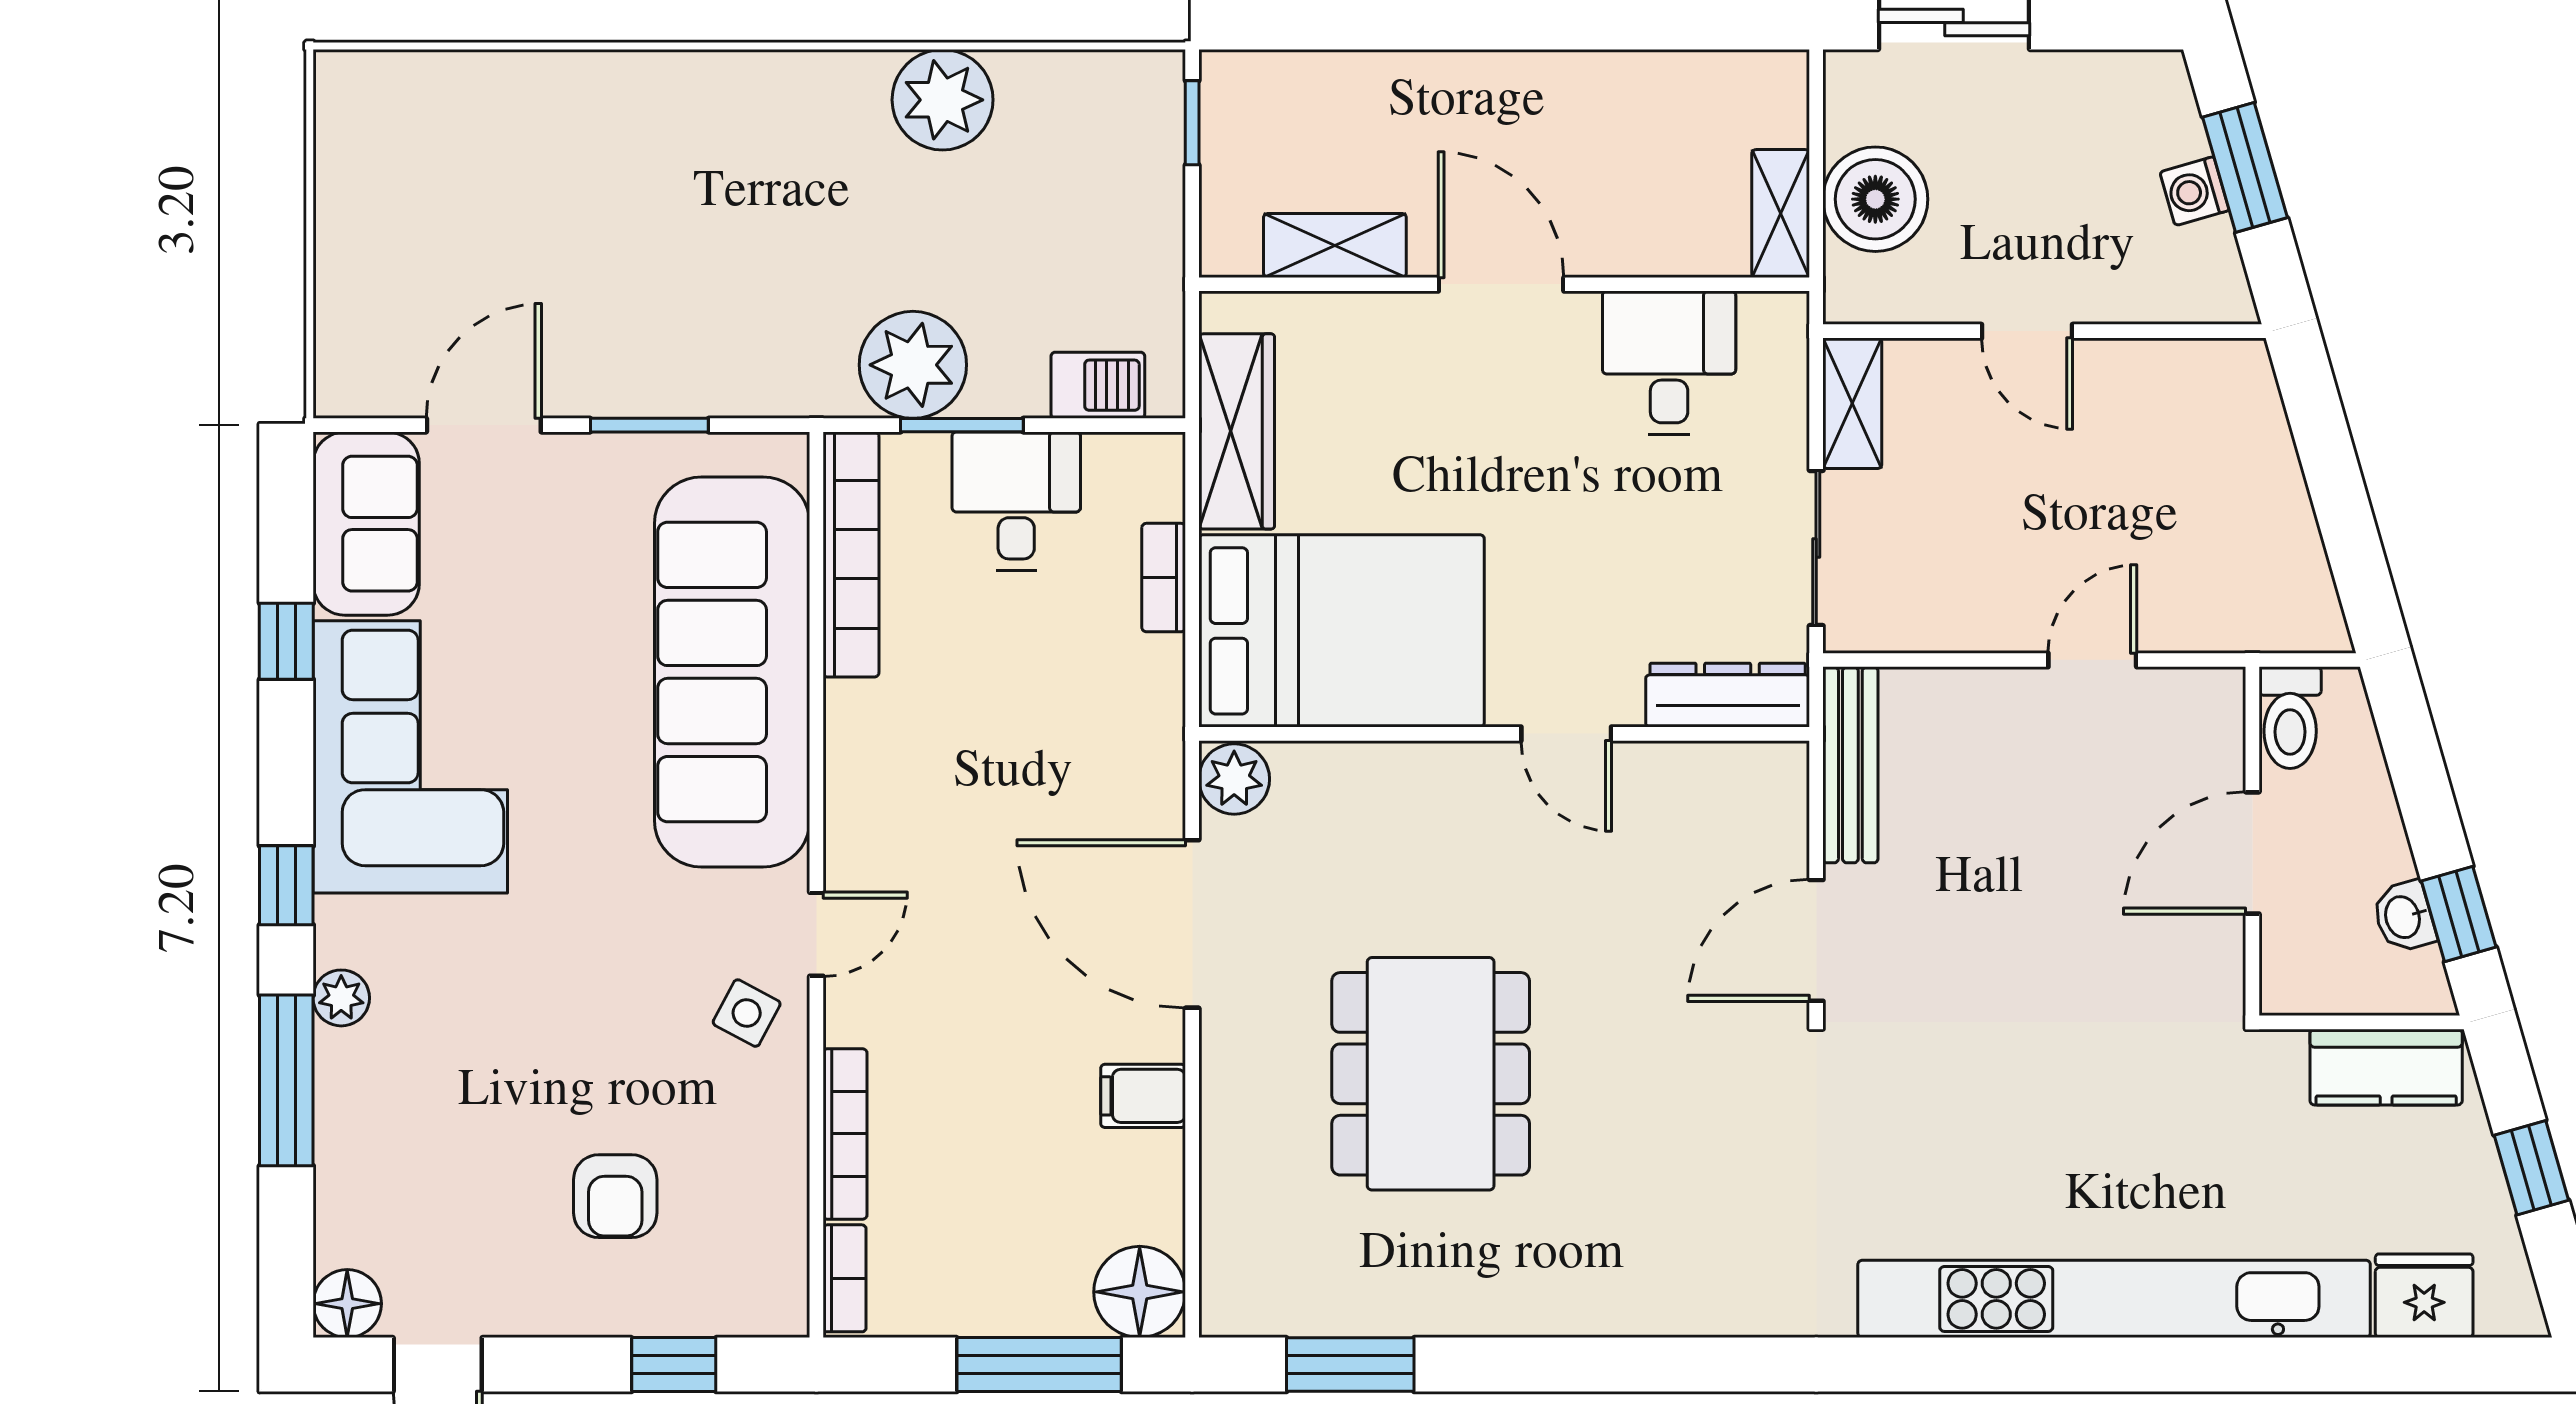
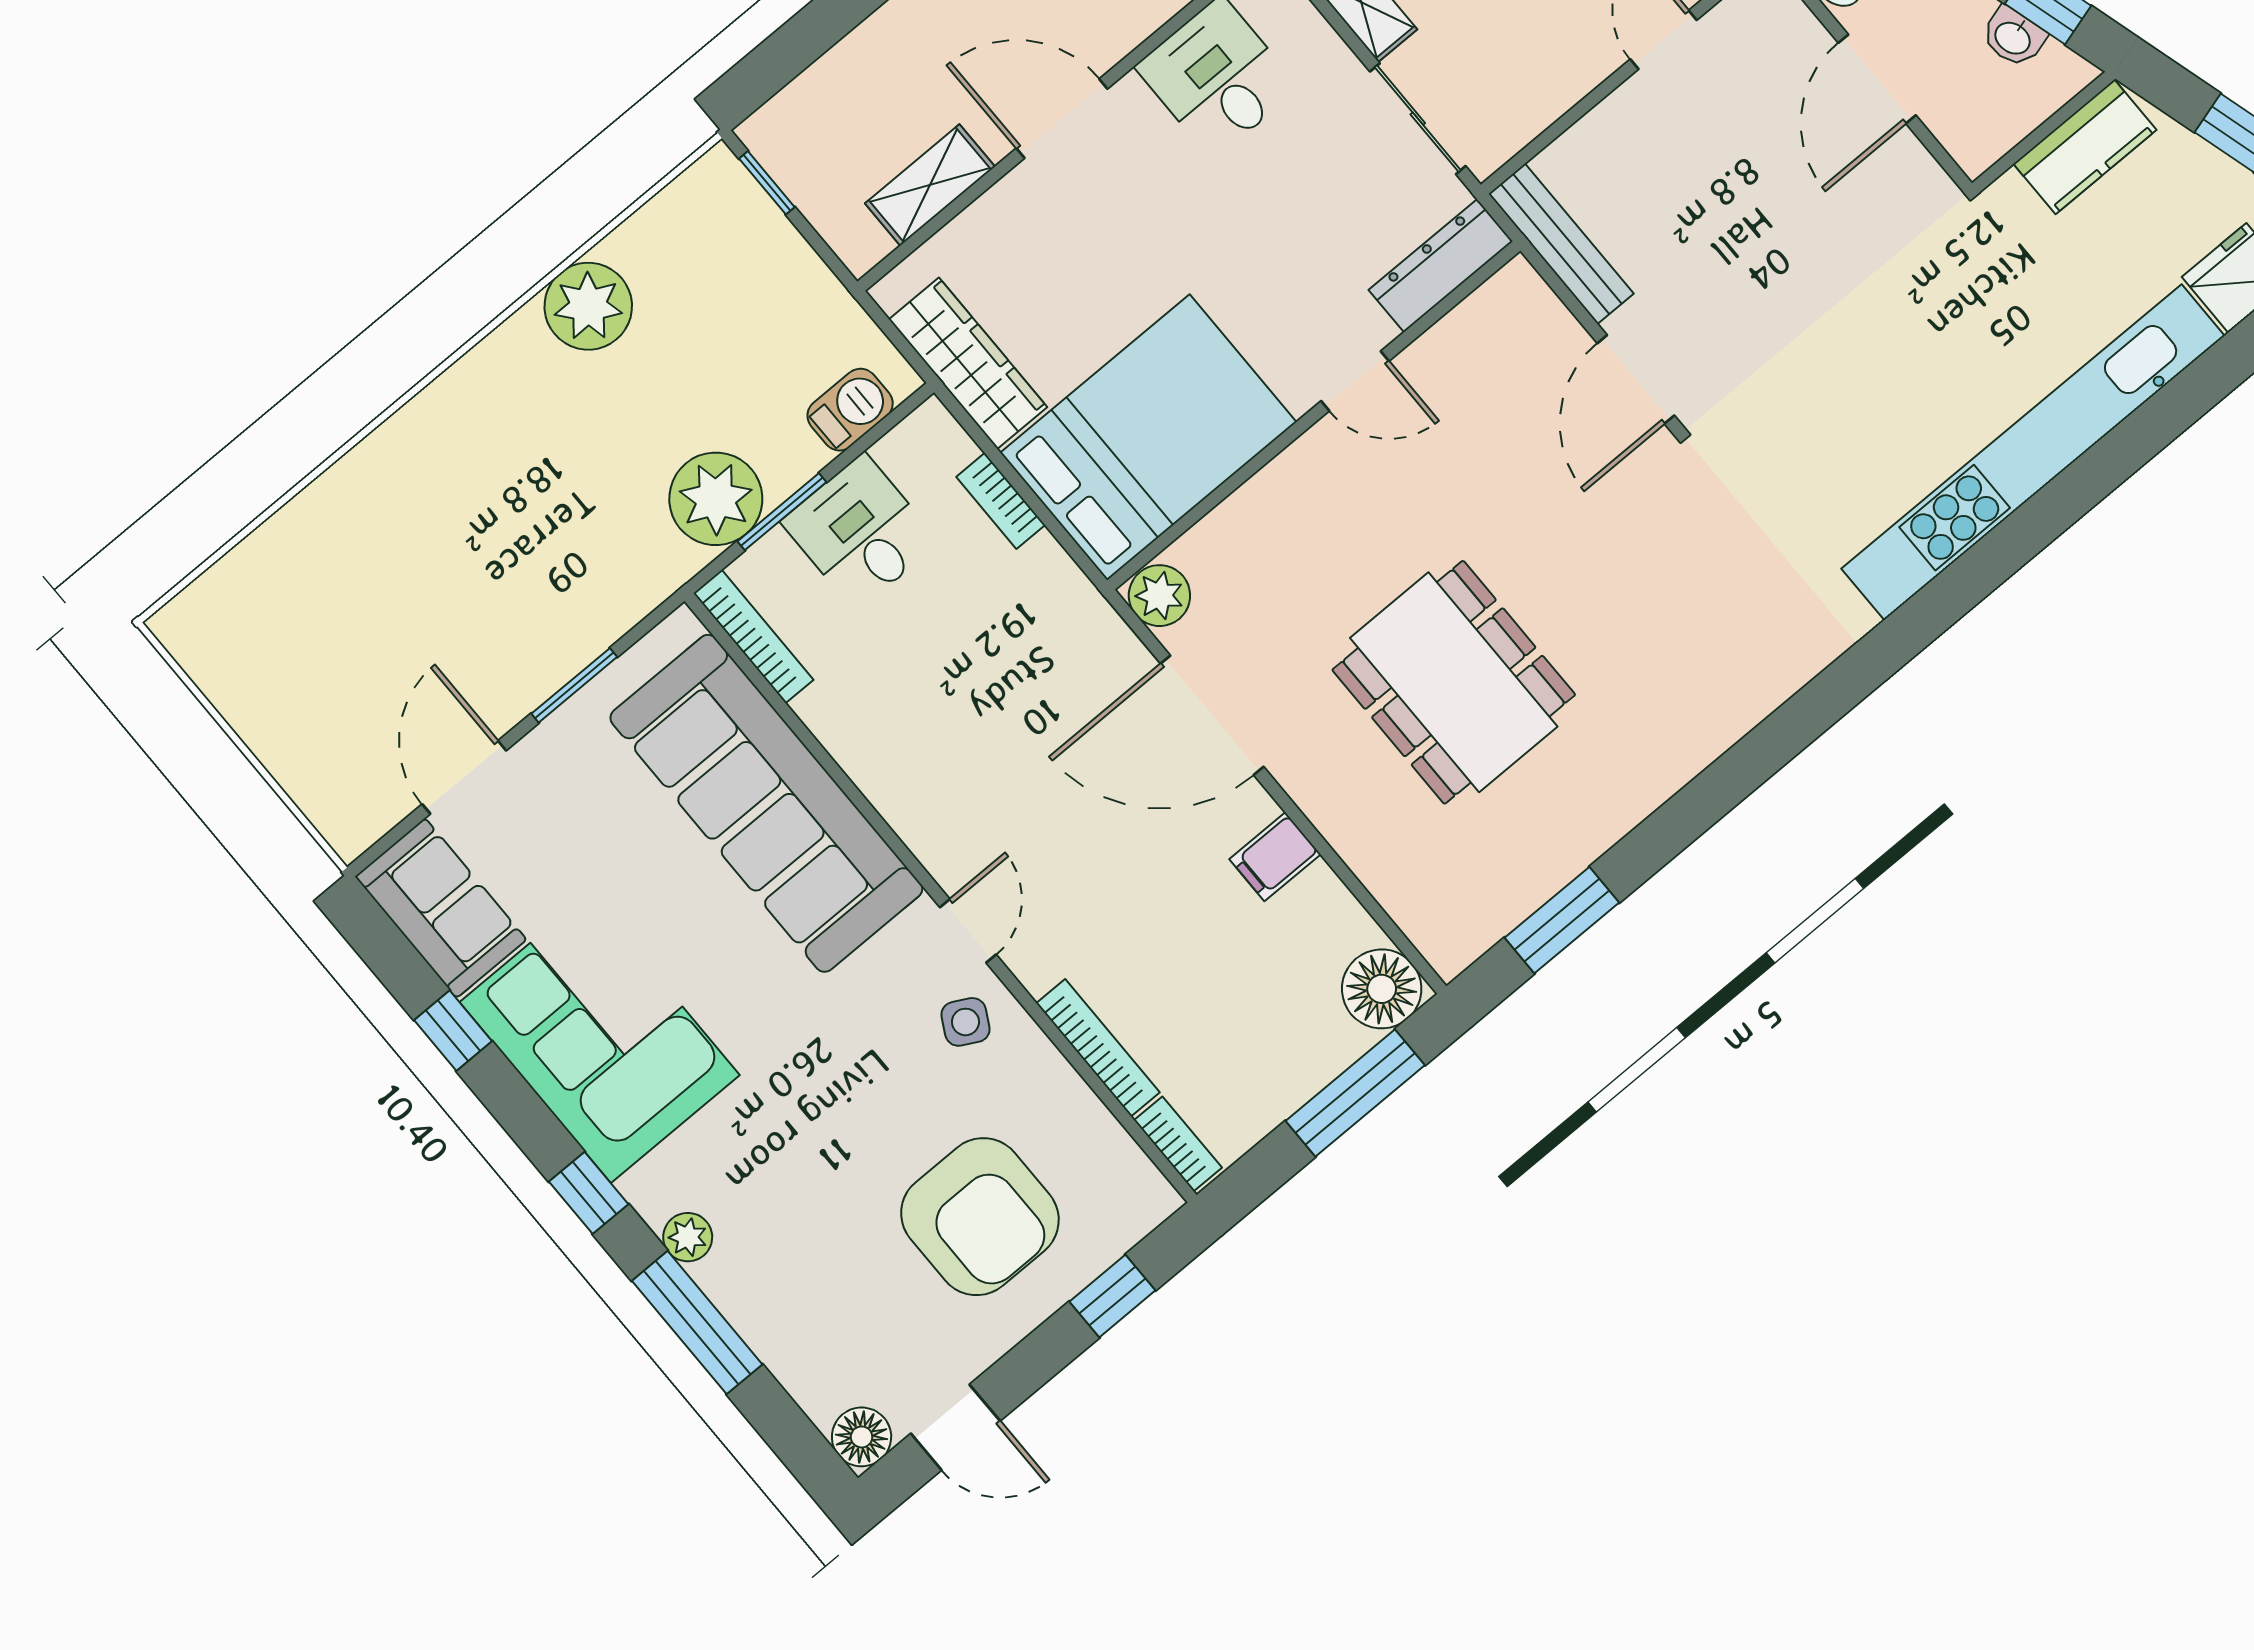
bookcase: (851, 554) -> (754, 637), width x0.68, depth x0.76
armchair: (615, 1196) -> (980, 1217), width x1.88, depth x1.88

